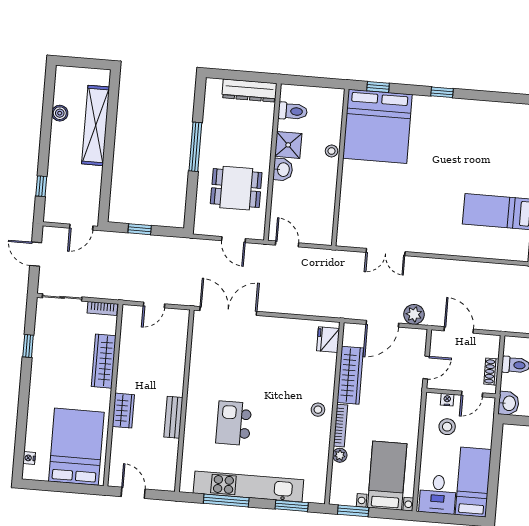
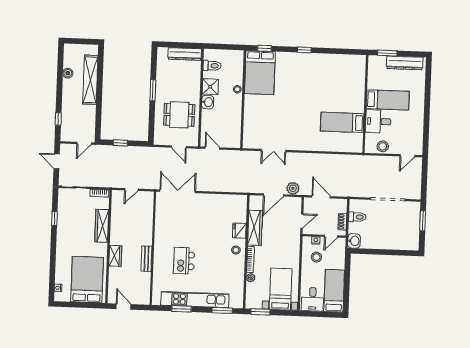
bed: (377, 126) -> (260, 73), width x0.73
window: (195, 147) -> (153, 90), width x0.69
fridge: (328, 340) -> (239, 231), moved
window: (226, 500) -> (181, 309), width x0.69

